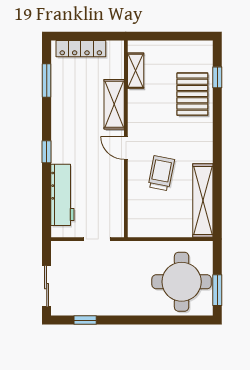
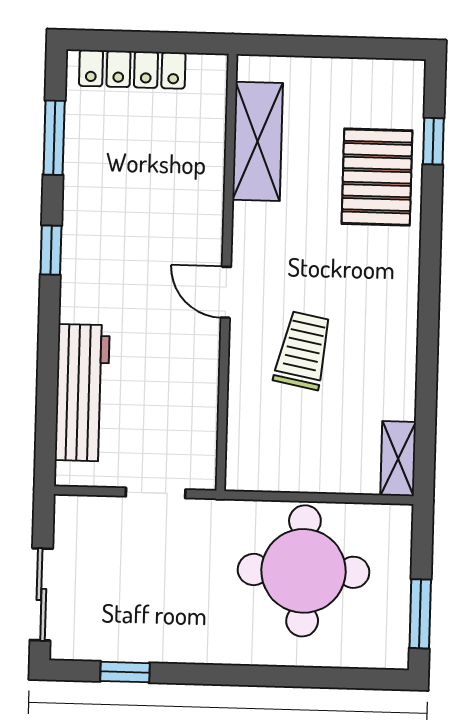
shelving: (136, 71) -> (258, 141), width x1.50, depth x1.33
shelving: (114, 104) -> (203, 195), removed
window: (47, 152) -> (51, 250), moved
shelving: (203, 200) -> (398, 459), width x0.45, depth x0.75
round table: (182, 282) -> (304, 571), moved

